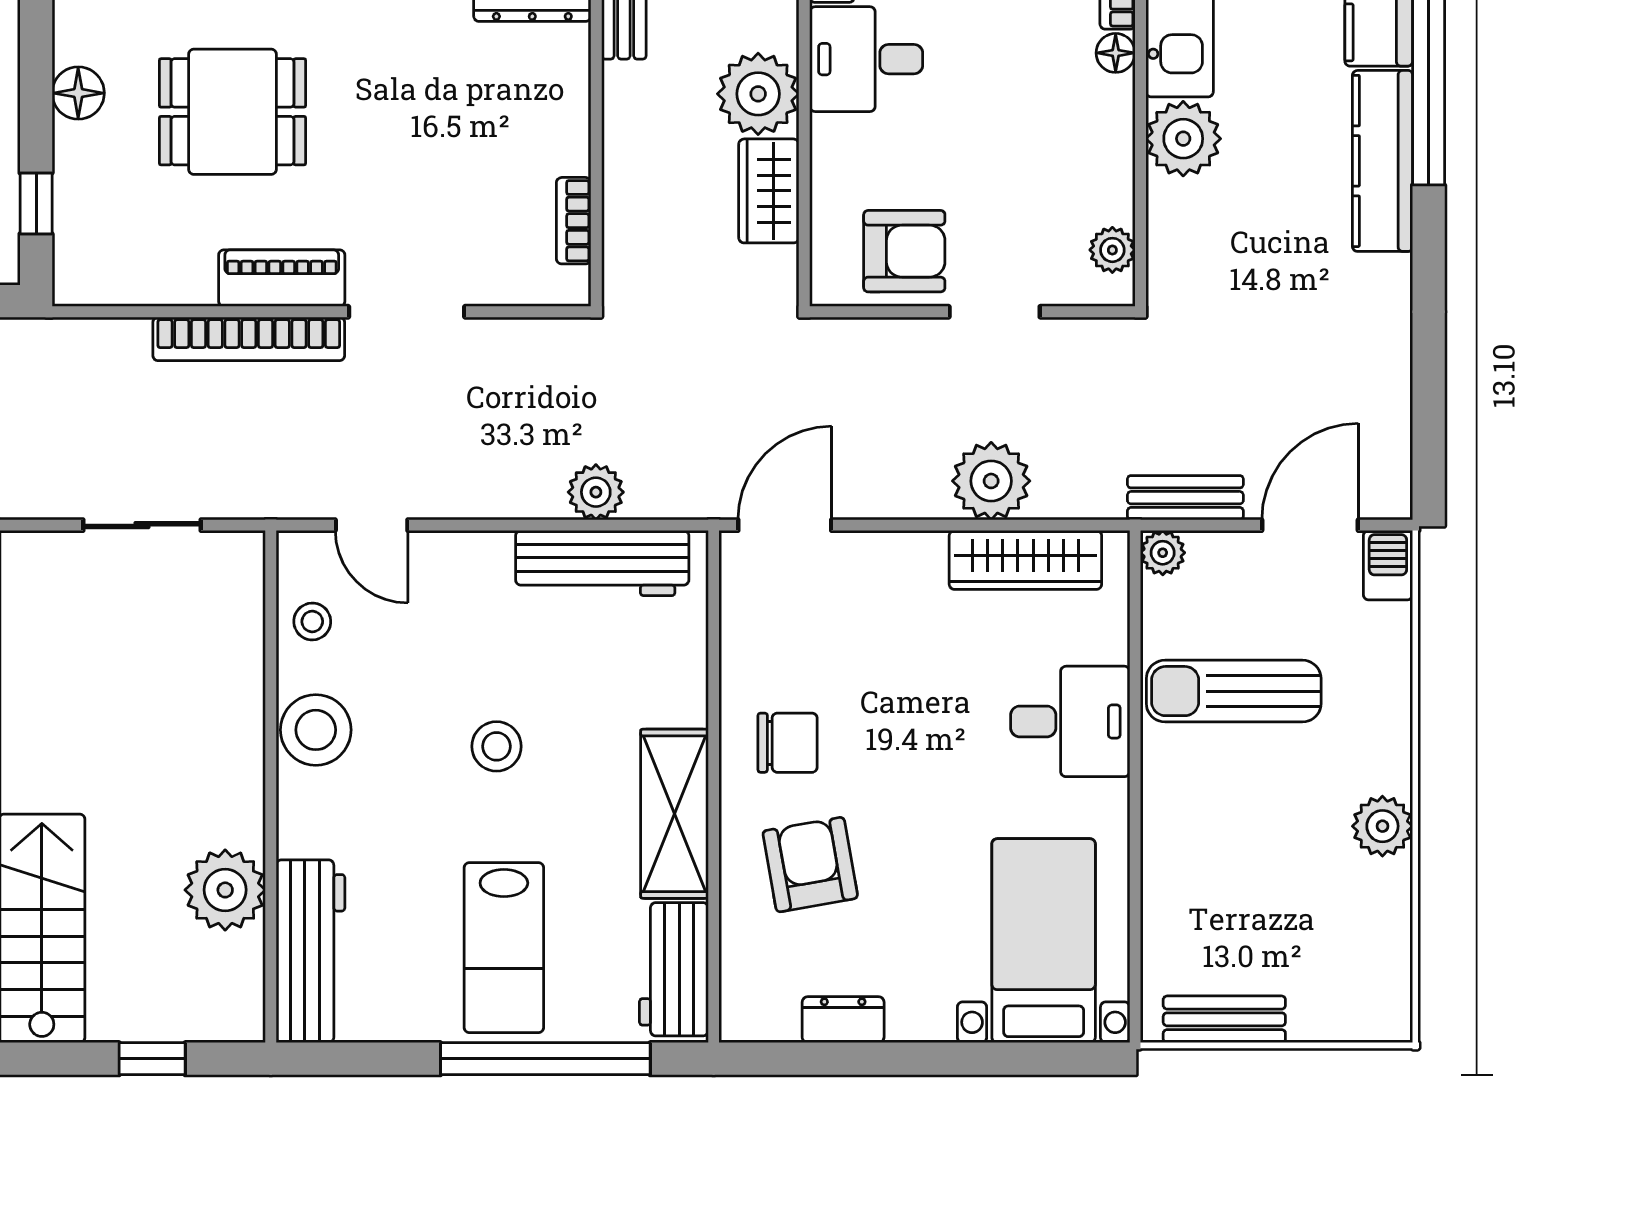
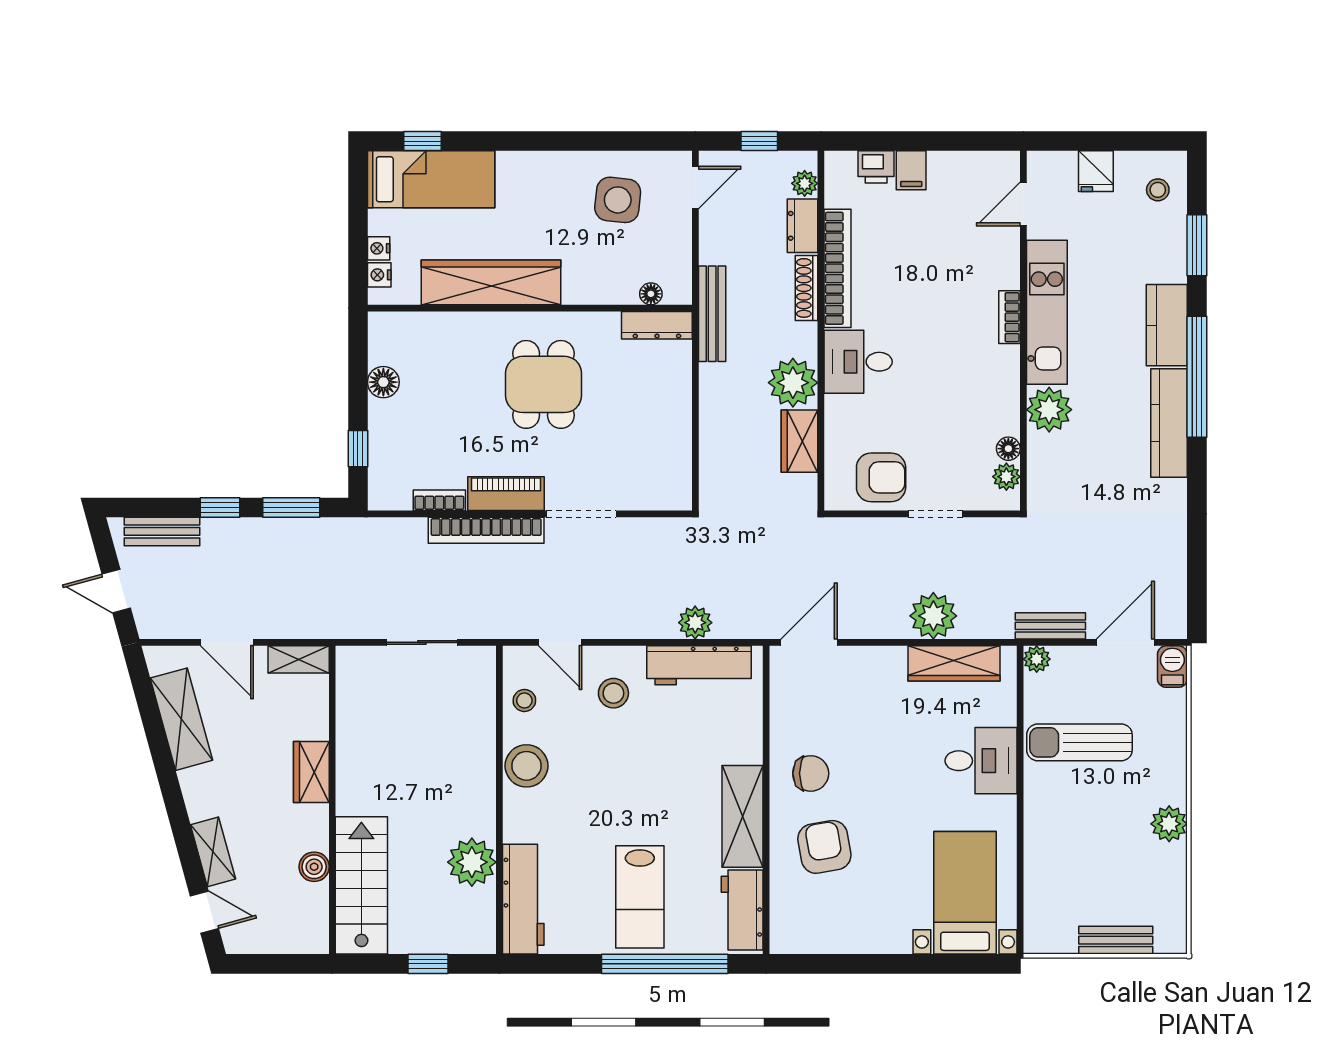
floor lamp: (1116, 53) -> (1008, 449), moved
dining table: (232, 112) -> (543, 384), moved, turned 90
bookcase: (574, 221) -> (439, 500), moved, turned 90
stool: (496, 746) -> (613, 693), moved
bench: (1224, 1019) -> (1116, 940), moved
dresser: (843, 1020) -> (844, 940), removed

